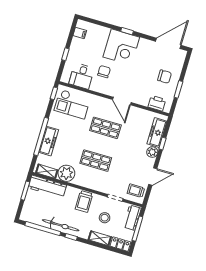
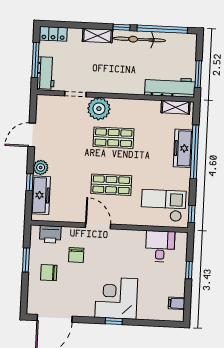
chair: (104, 72) -> (76, 255), moved
plant: (66, 173) -> (99, 109), moved
trolley: (136, 191) -> (50, 110), removed
trolley: (84, 201) -> (116, 79), removed
stool: (105, 218) -> (83, 64), removed
shelving: (100, 238) -> (97, 36), moved

